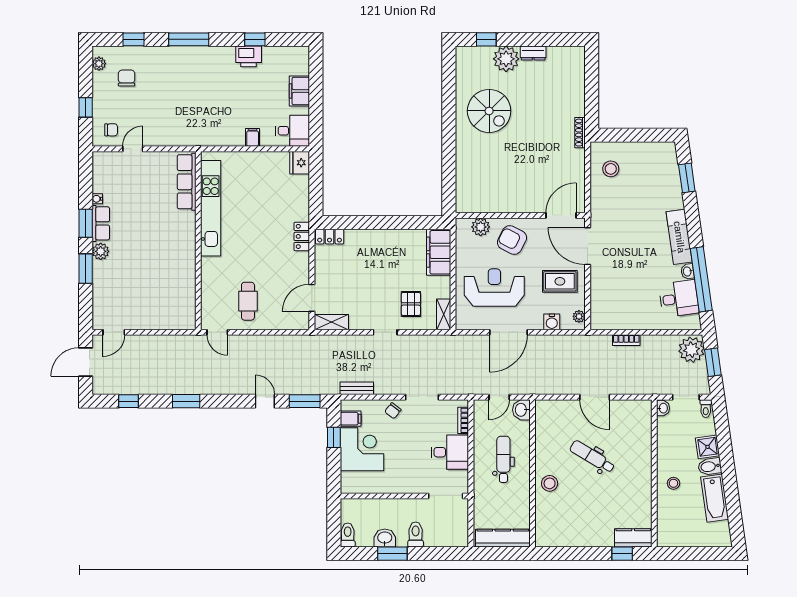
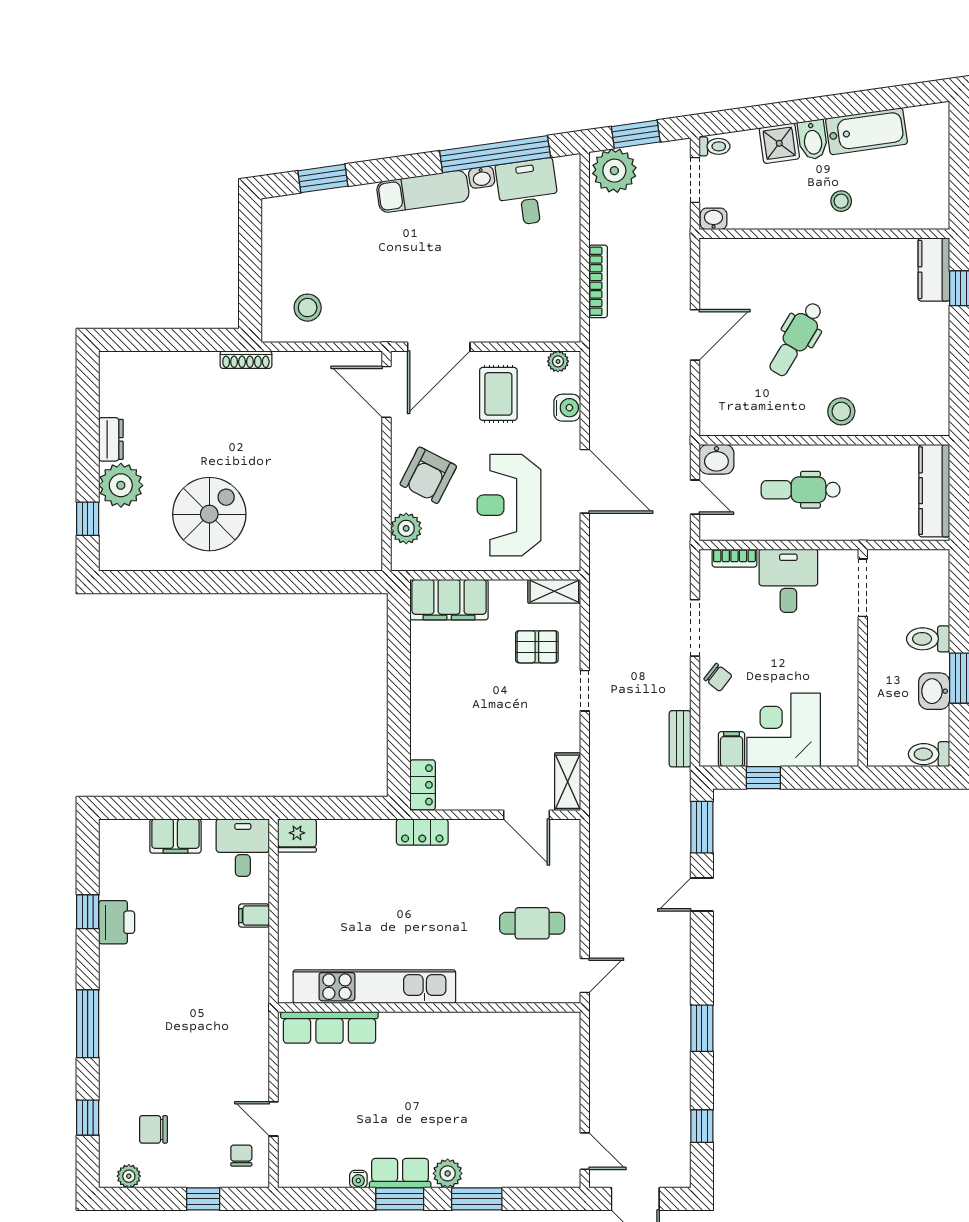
bookcase: (626, 340) -> (598, 281), width x1.56

